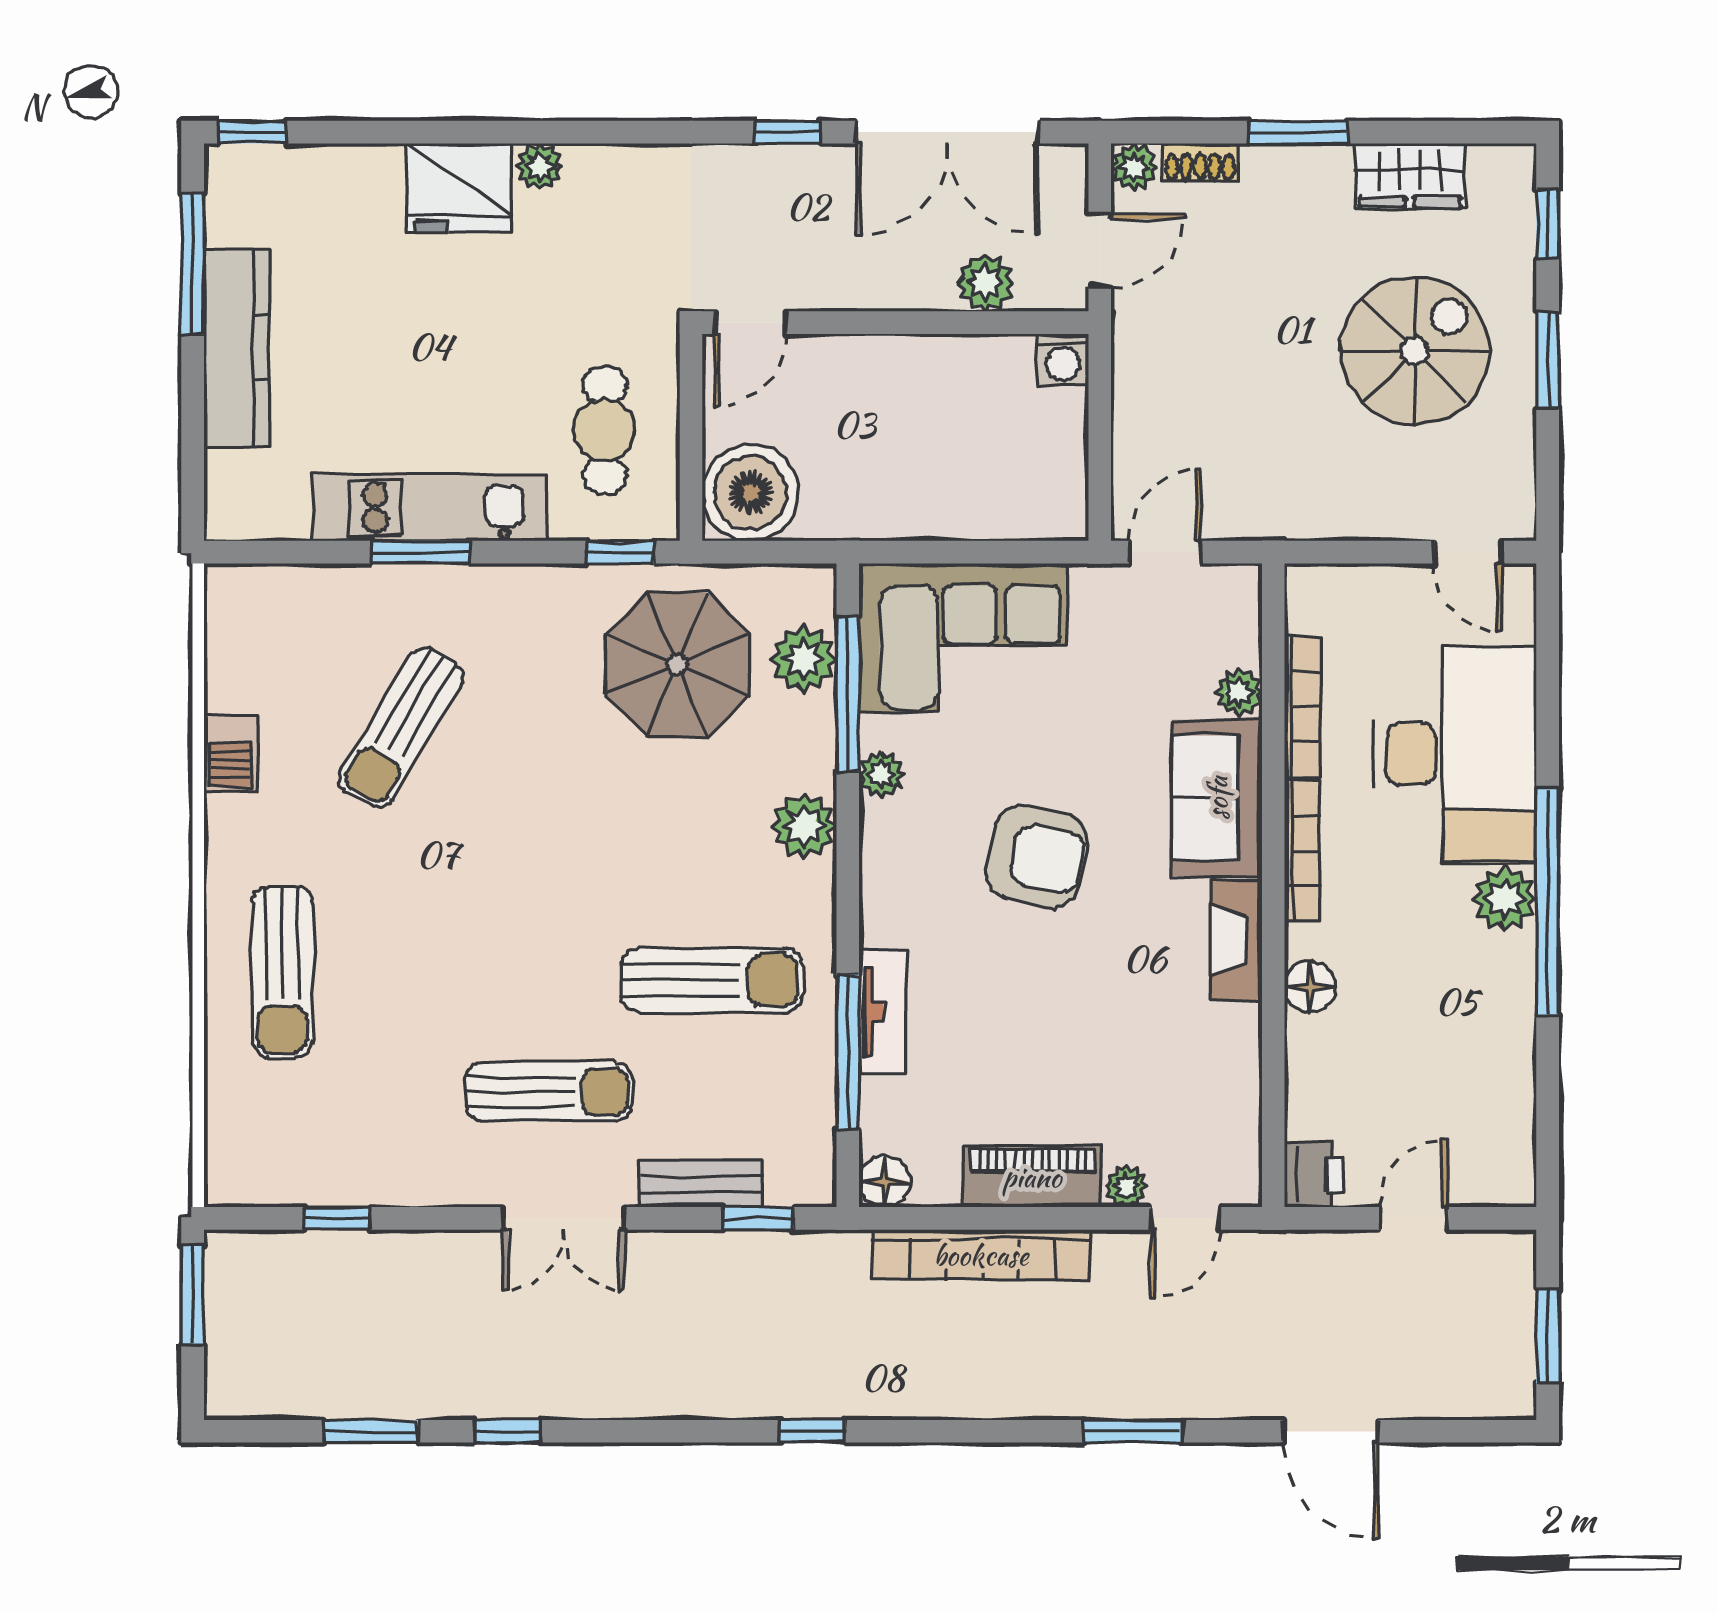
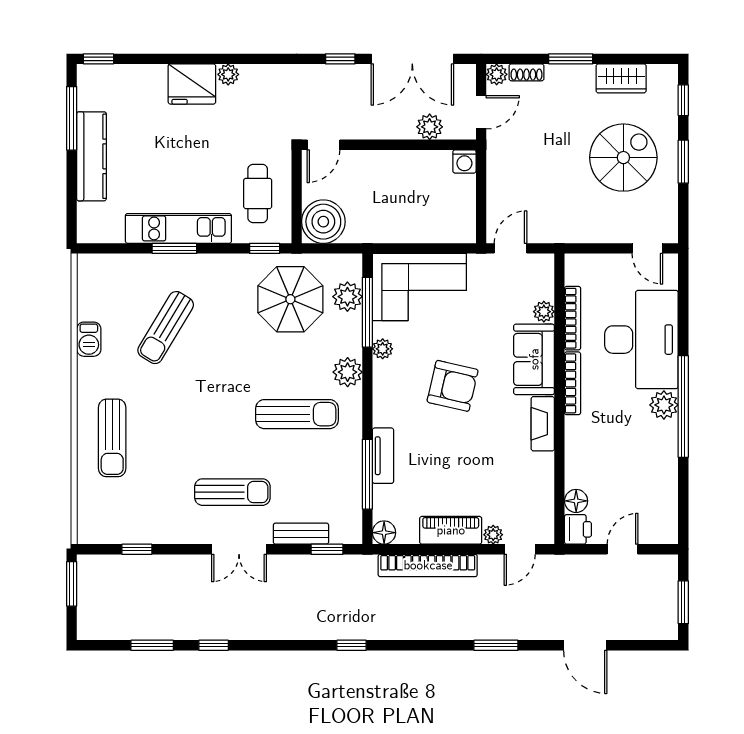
sun lounger: (712, 980) -> (297, 414), moved
floor lamp: (1310, 987) -> (576, 501), moved

